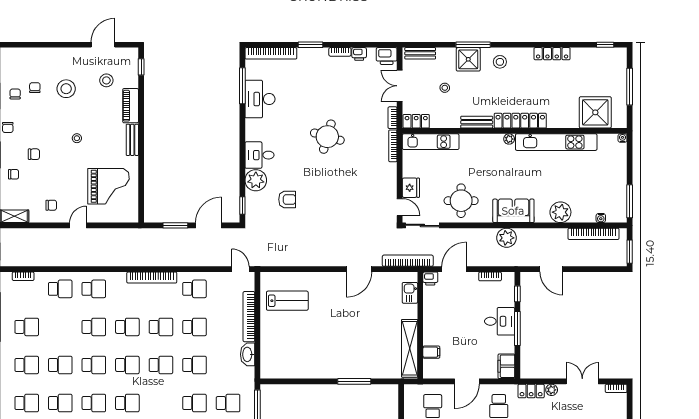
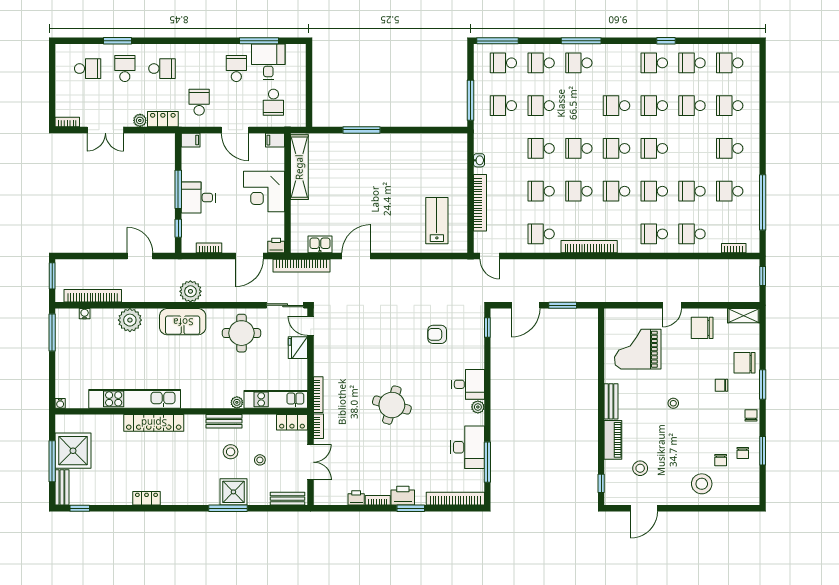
locker: (552, 54) -> (146, 498), width x0.66
printer: (387, 56) -> (403, 496), moved
stool: (500, 62) -> (231, 452), moved
bench: (621, 63) -> (62, 487), added
stool: (66, 89) -> (702, 484), moved
shower: (595, 112) -> (73, 451), moved
locker: (520, 121) -> (154, 423), moved
plant: (509, 139) -> (237, 402), moved
chair: (14, 174) -> (744, 363), width x1.87, depth x1.87
plant: (256, 180) -> (478, 407), moved, width x0.53, depth x0.53
chair: (51, 205) -> (702, 328), width x1.87, depth x1.87
kitchen sink: (410, 293) -> (320, 244), moved, turned -90
lab bench: (287, 301) -> (437, 221), turned 90
corner desk: (441, 327) -> (264, 192), added
filing cabinet: (431, 352) -> (275, 140), moved
washbasin: (248, 354) -> (479, 160), width x0.52, depth x0.69
school desk: (60, 365) -> (692, 191), moved
filing cabinet: (506, 366) -> (191, 140), width x0.50
door: (467, 381) -> (235, 130), swing flipped

